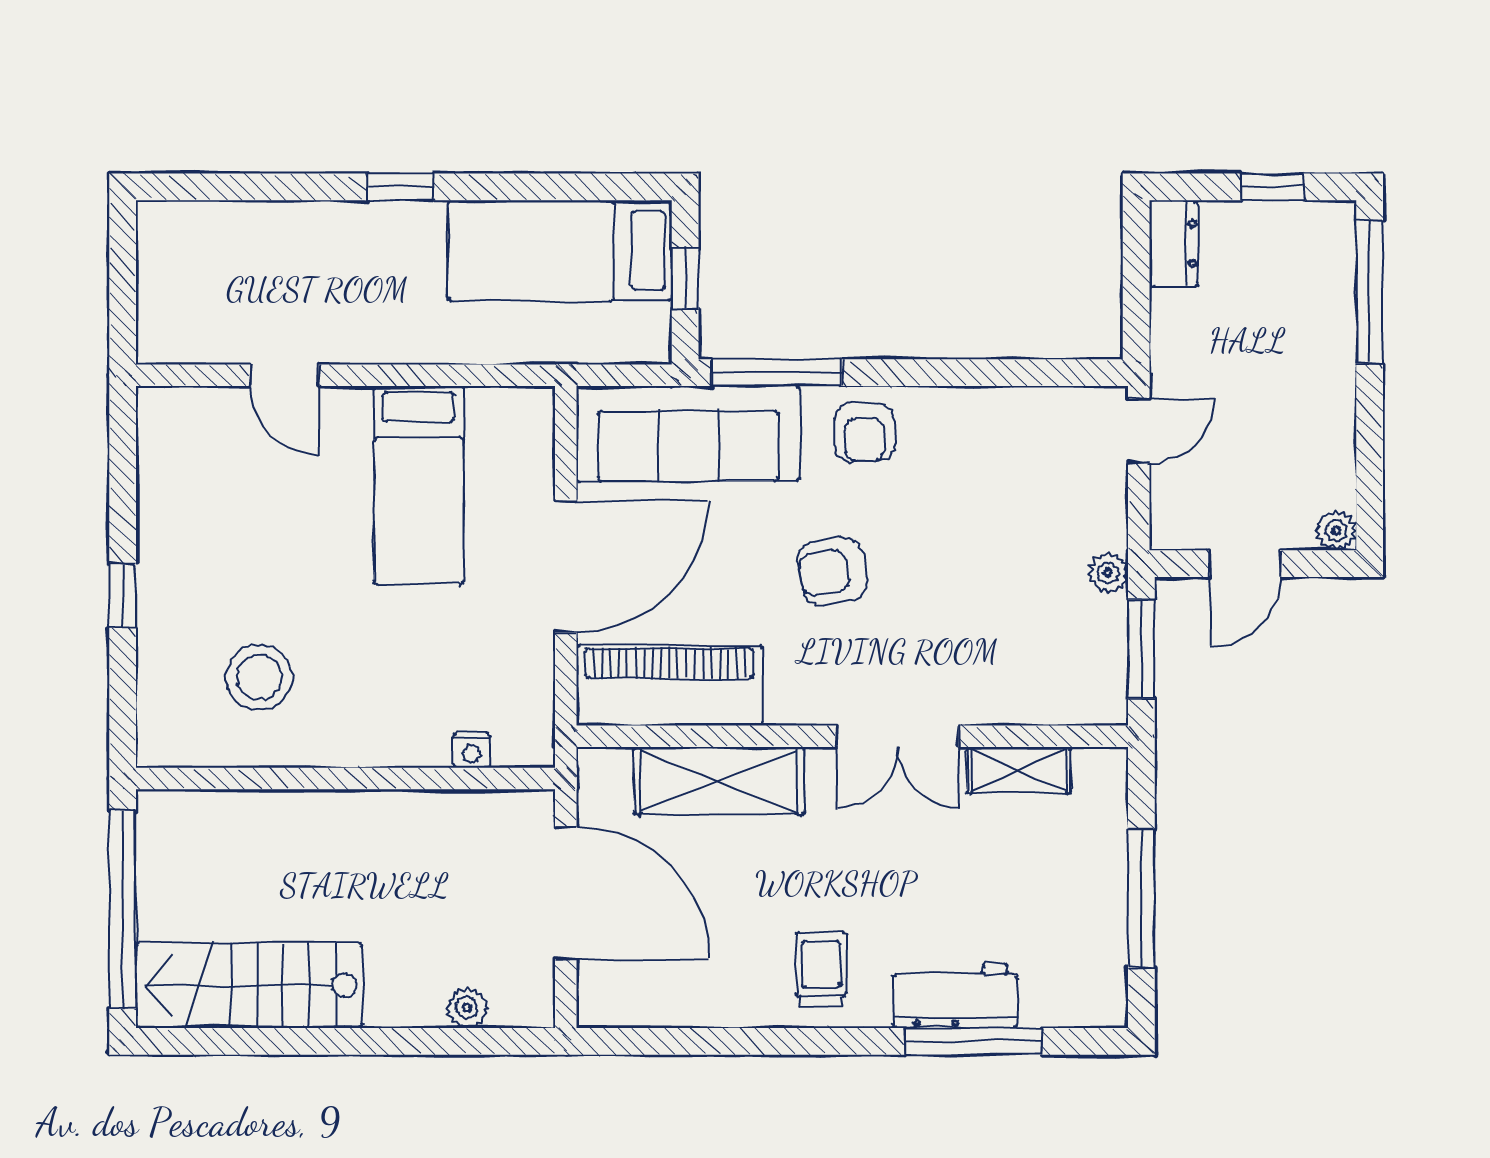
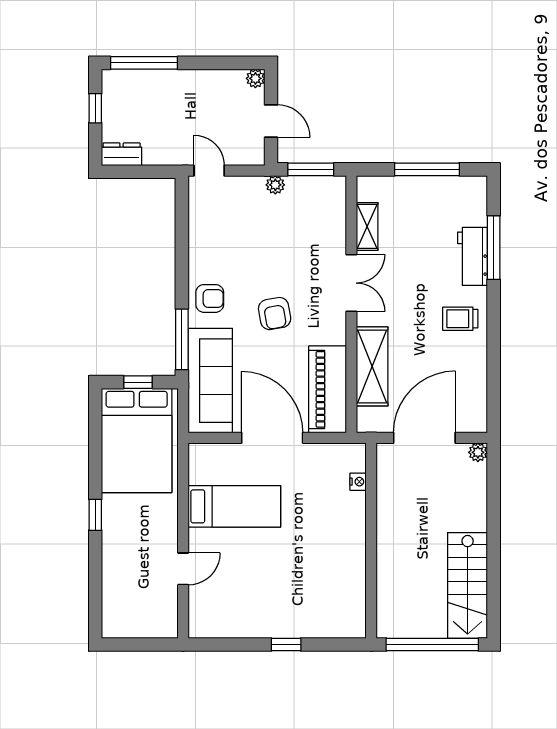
bed: (560, 250) -> (137, 440), width x1.50
stool: (259, 677) -> (324, 581), removed
plant: (467, 1008) -> (478, 452), moved

